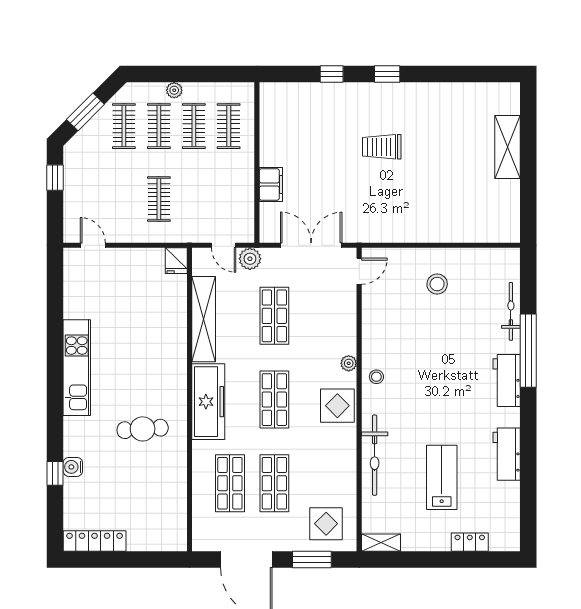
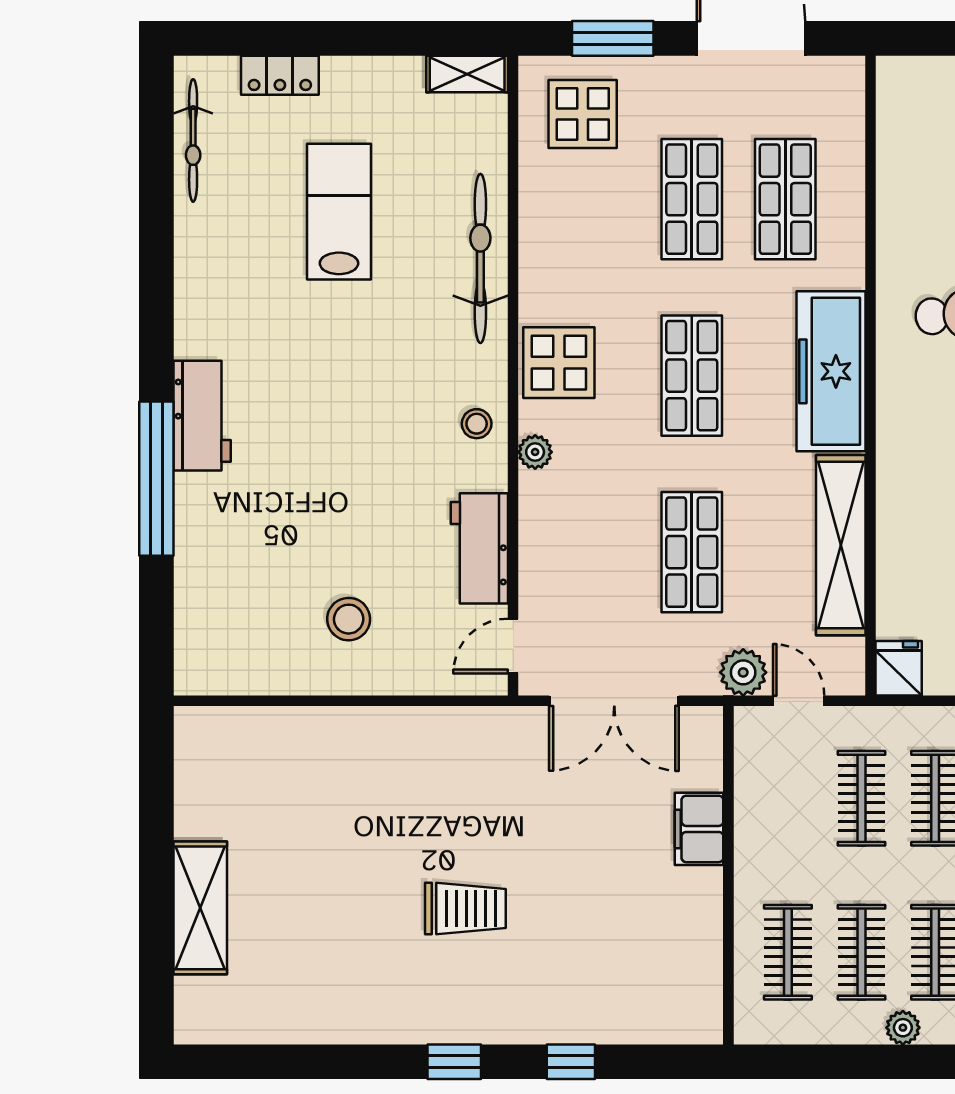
clothes rail: (194, 199) -> (862, 798), added
bicycle: (511, 311) -> (193, 140), moved
workbench: (507, 454) -> (479, 548), moved, turned 180
lab bench: (442, 477) -> (339, 212), turned 180

